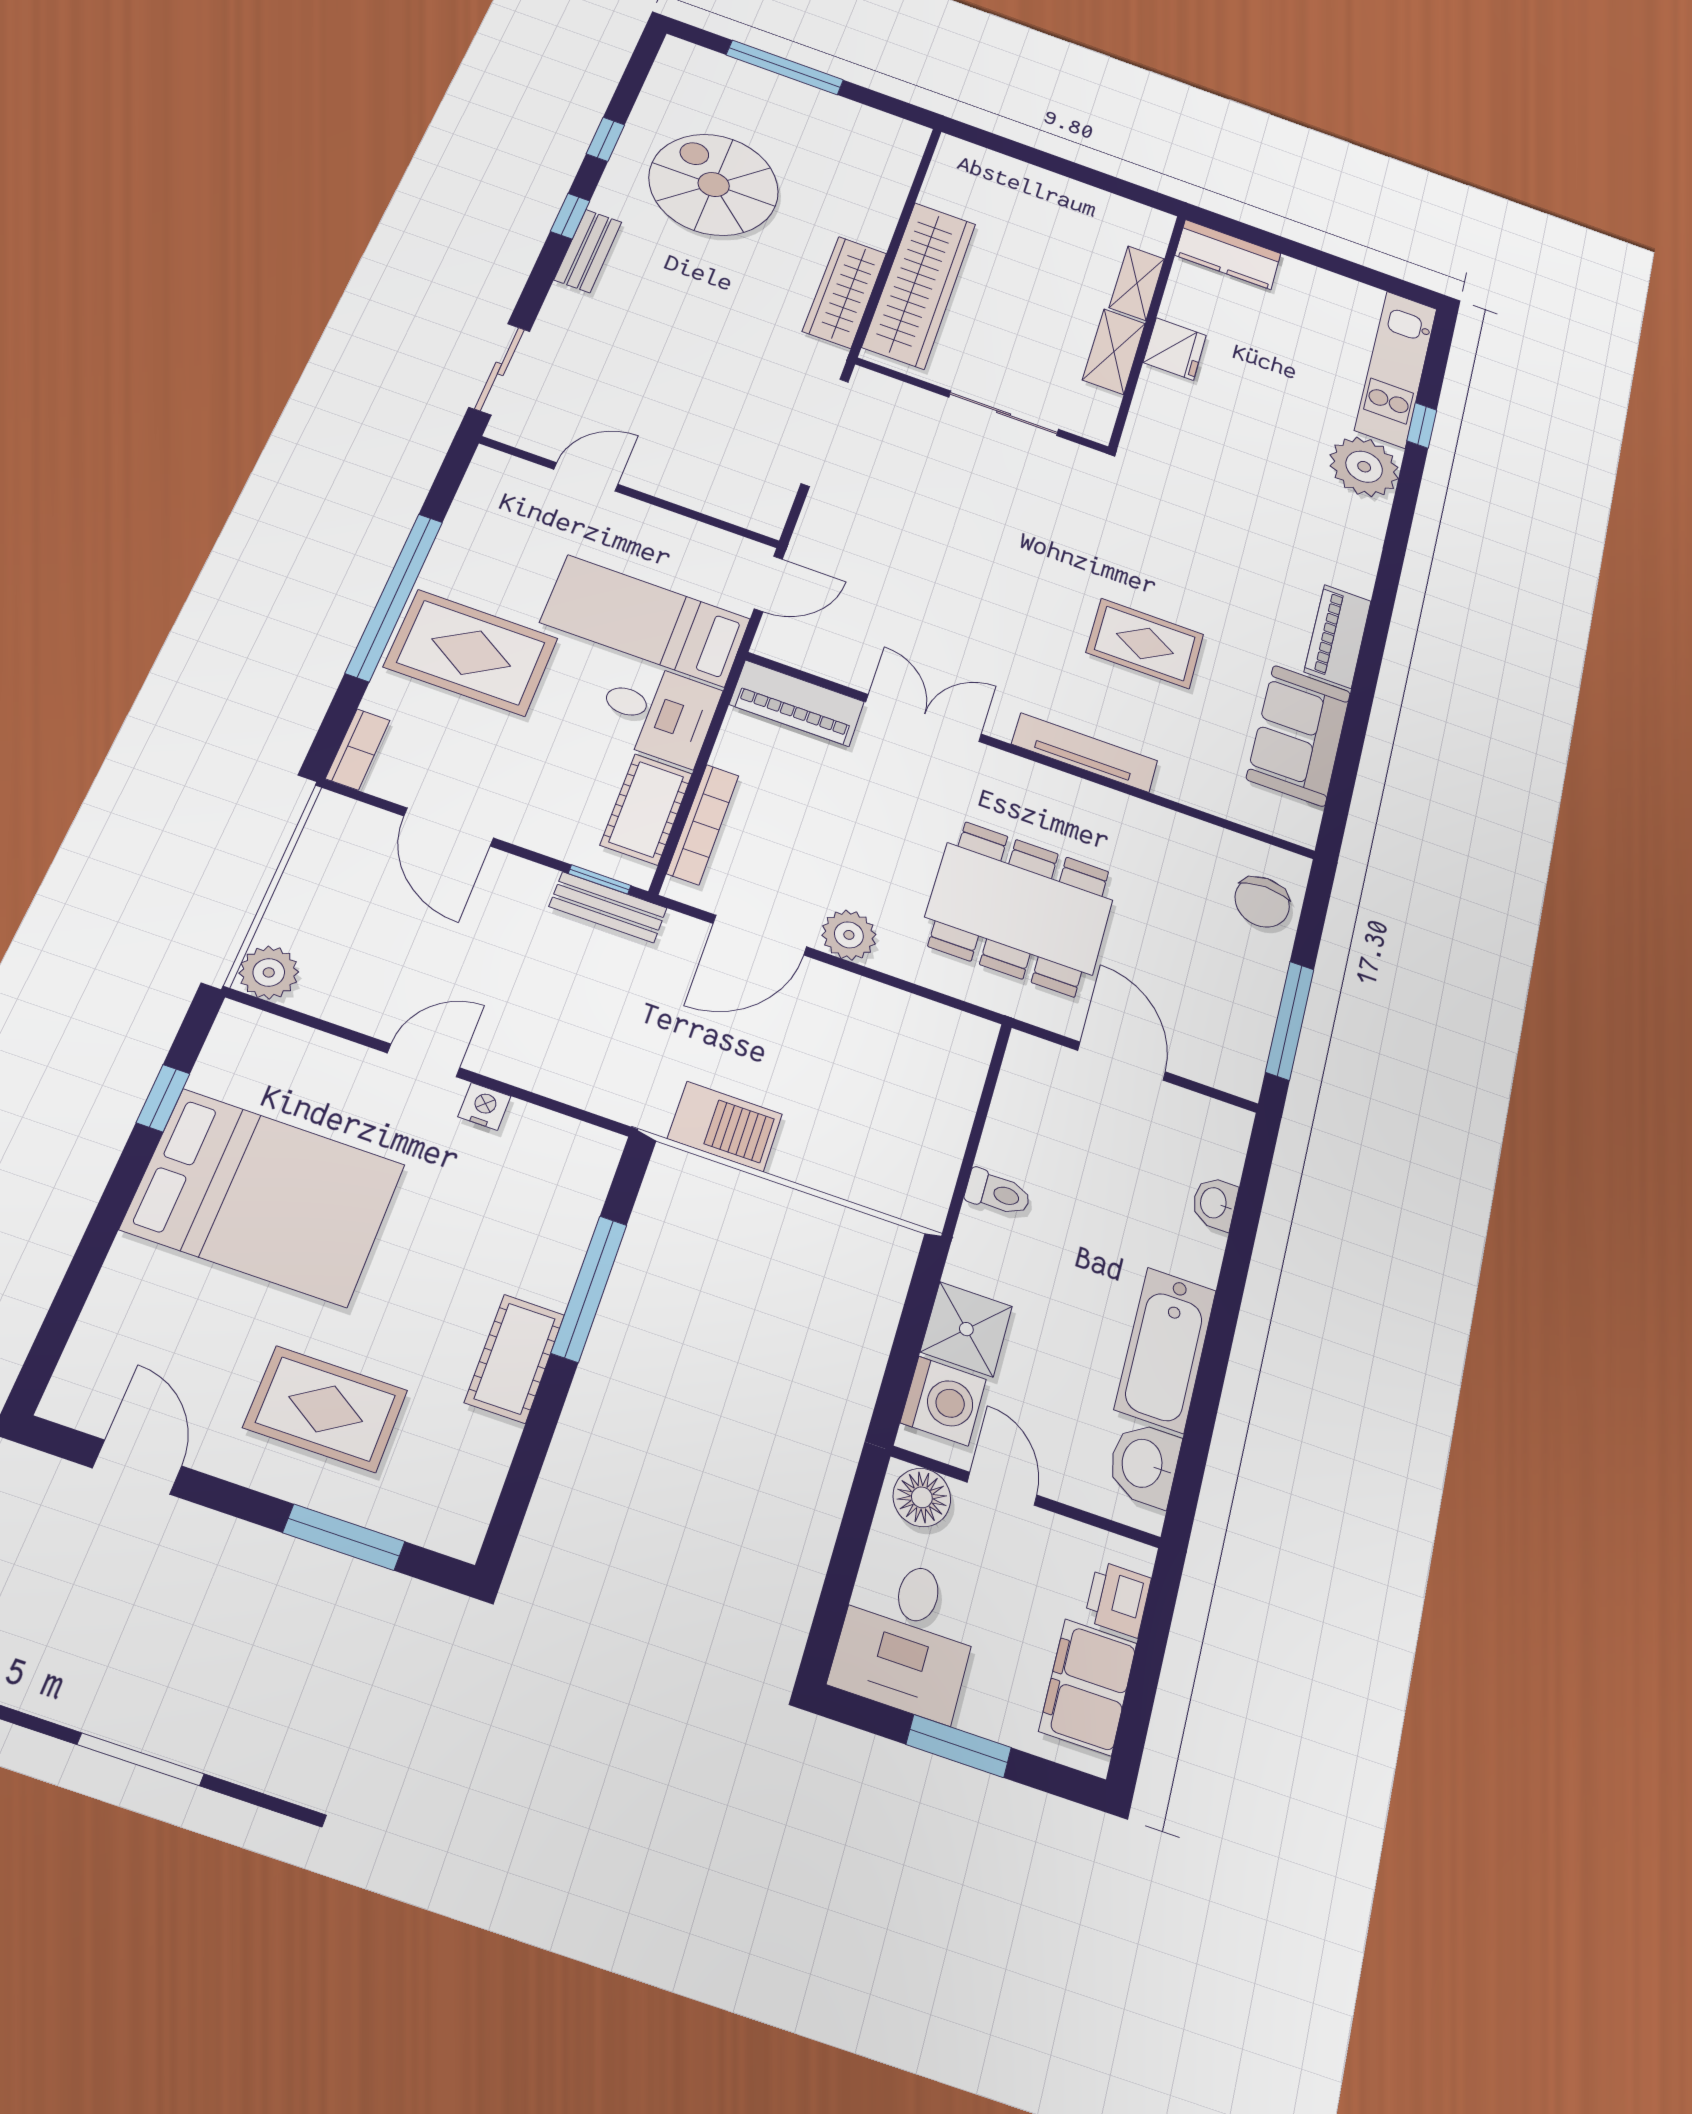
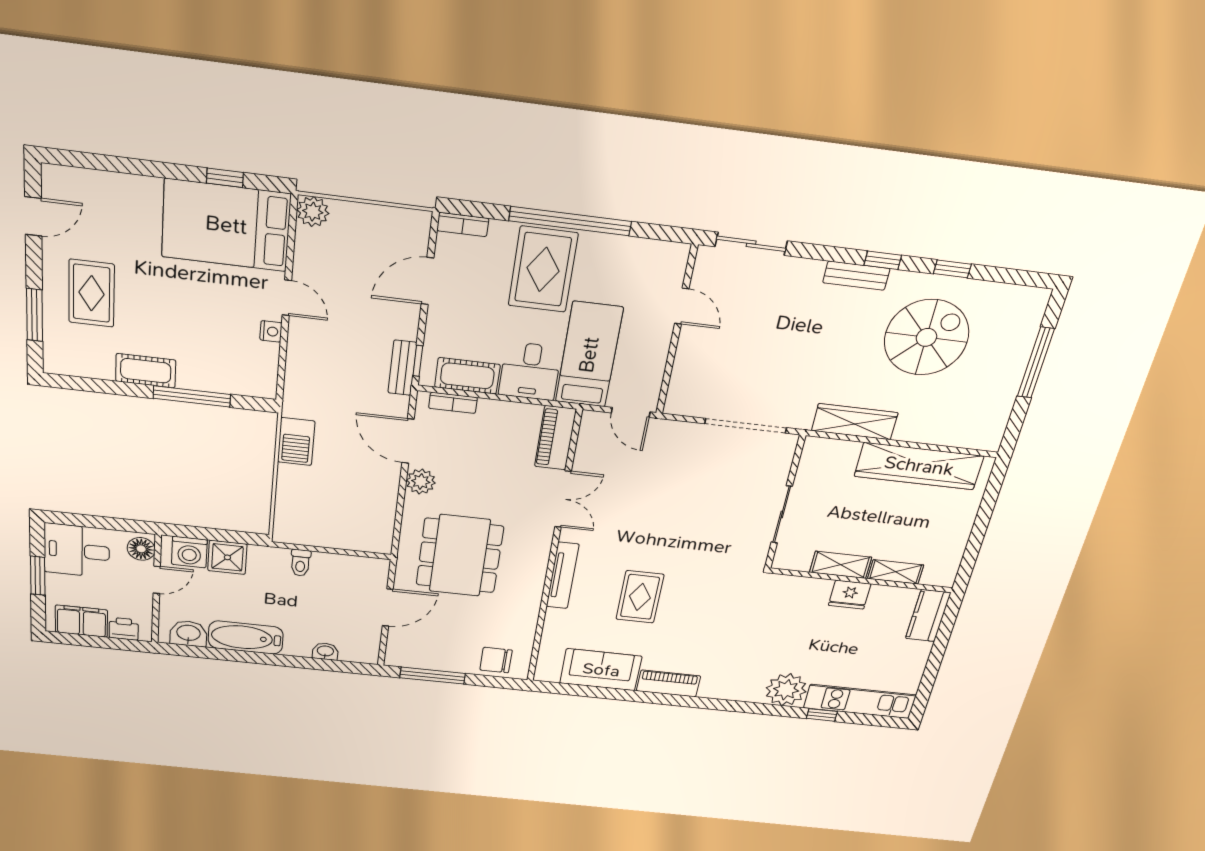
wardrobe: (919, 285) -> (919, 466), moved
bookcase: (703, 824) -> (453, 403), width x0.64
bed: (264, 1197) -> (226, 225), moved, turned 90

